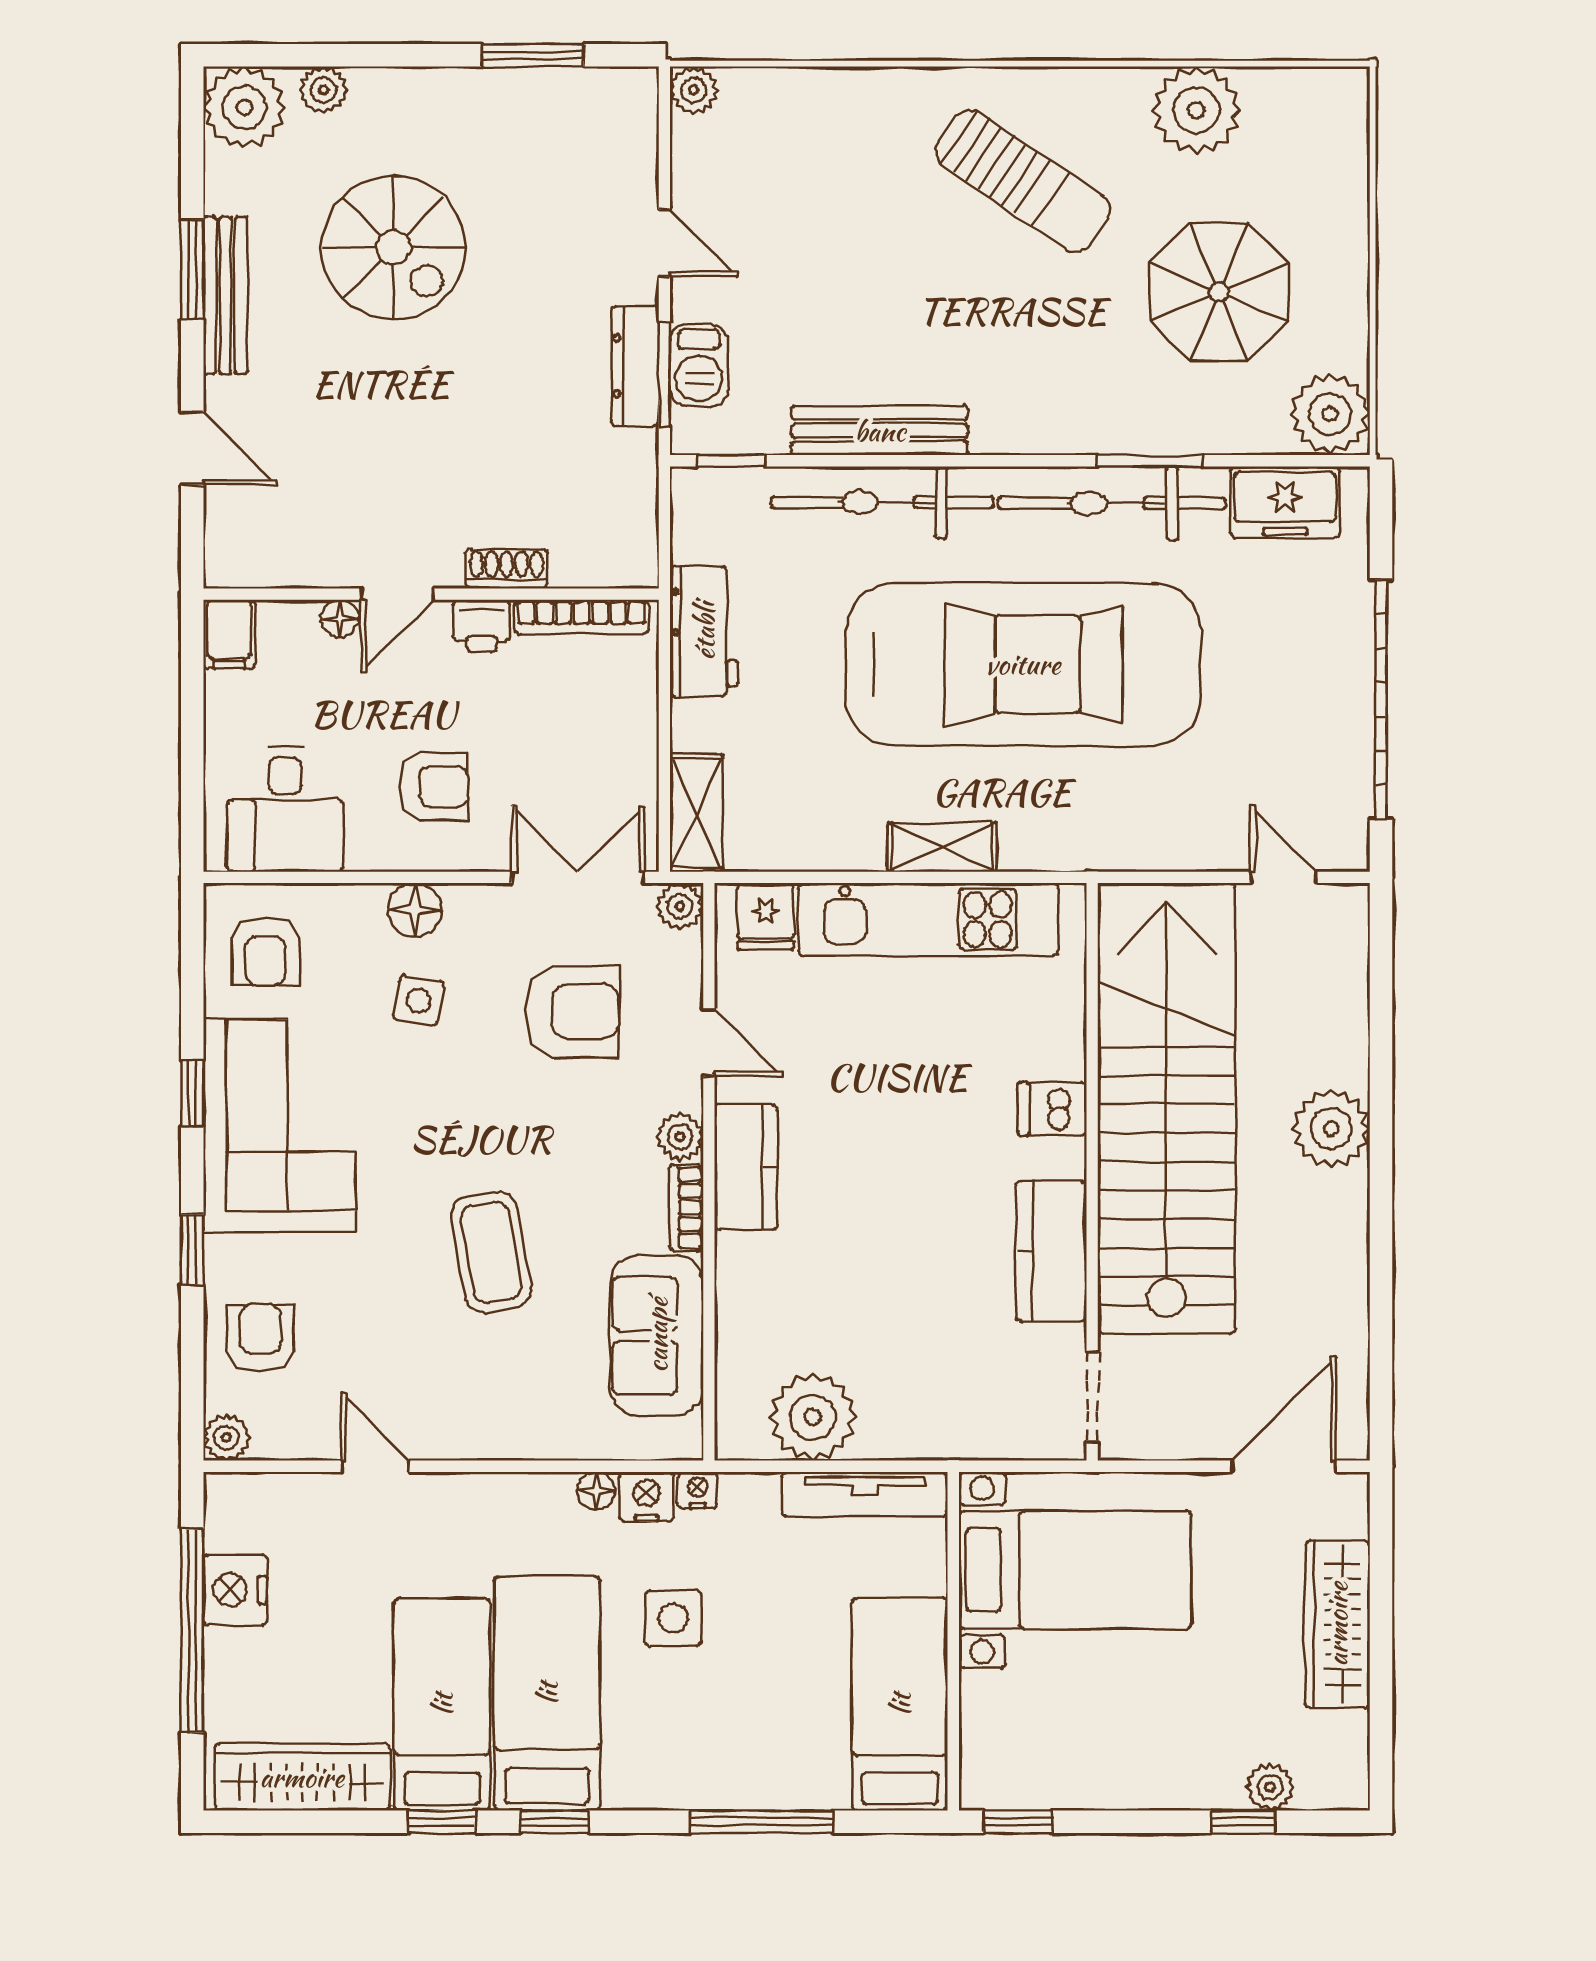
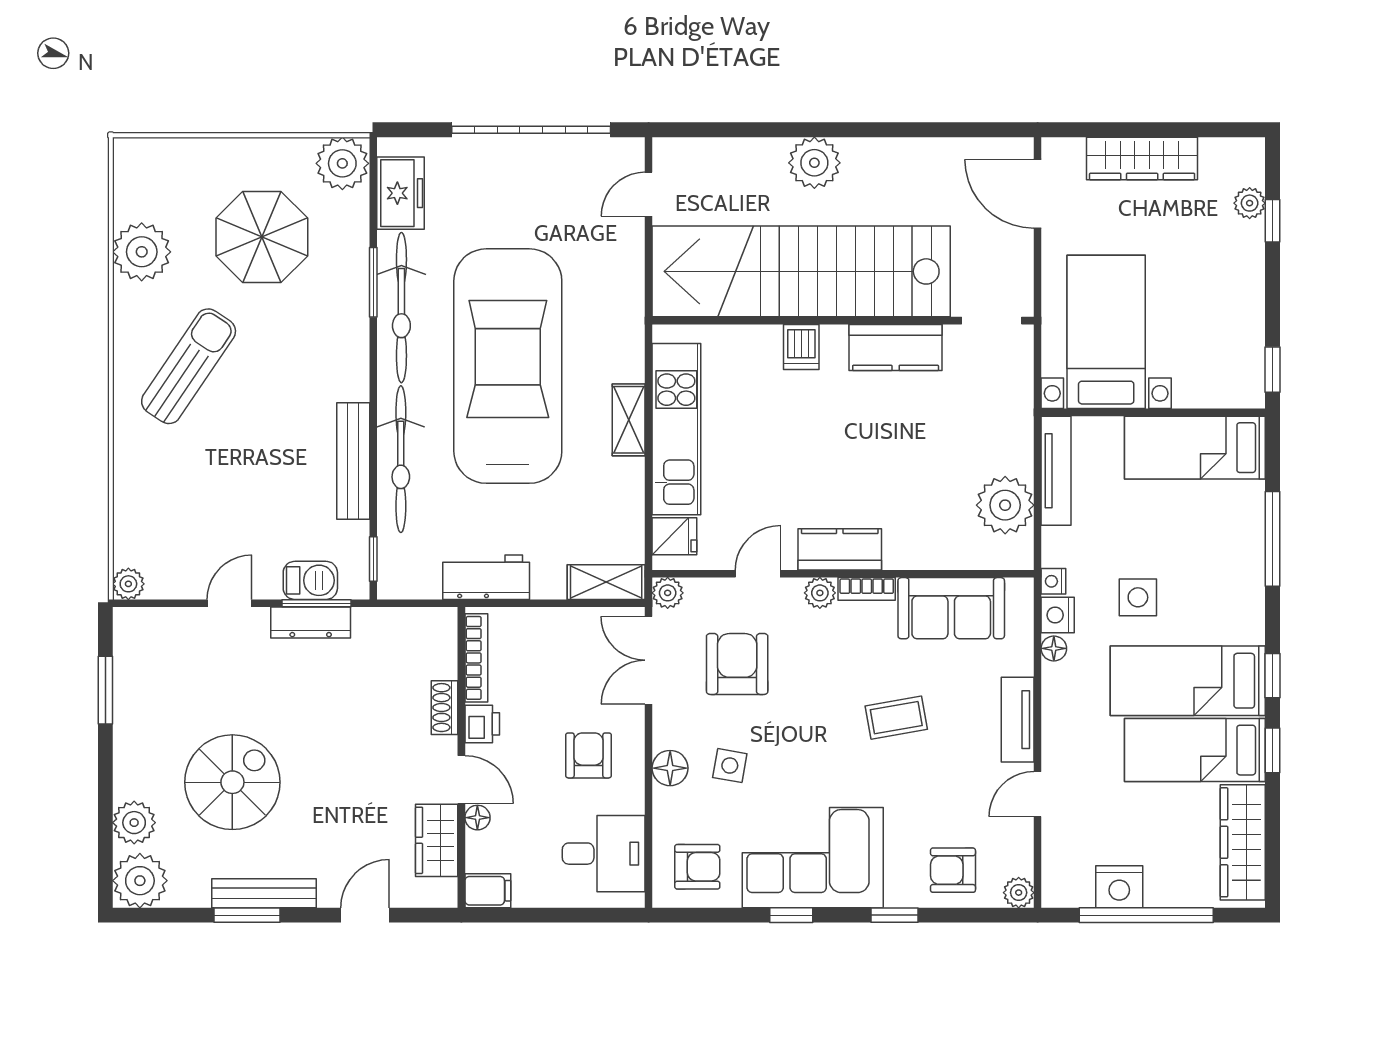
plant: (323, 90) -> (134, 823), width x1.38, depth x1.38
wardrobe: (305, 557) -> (437, 840), added
coffee table: (491, 1252) -> (896, 718), width x0.73, depth x0.77
tv unit: (488, 1436) -> (1018, 720), added

